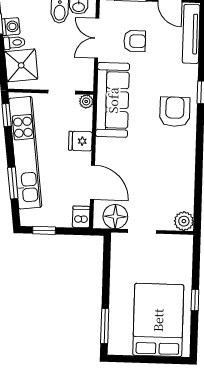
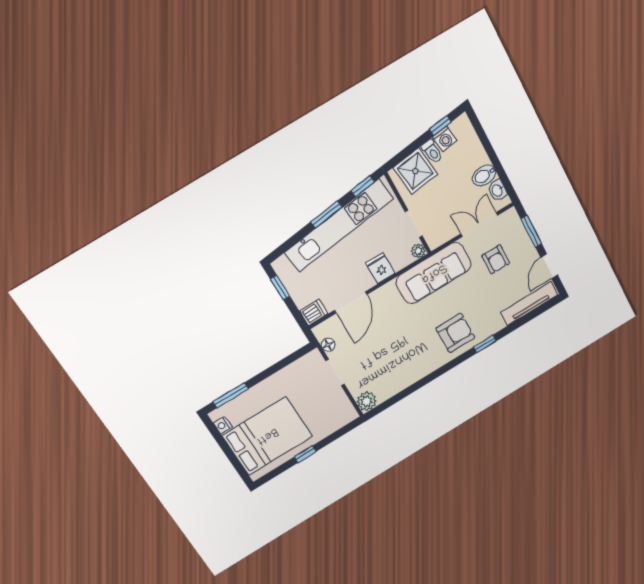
window: (13, 183) -> (326, 214), moved
floor lamp: (115, 217) -> (328, 345), width x0.53, depth x0.53
nightstand: (125, 349) -> (223, 425), added

